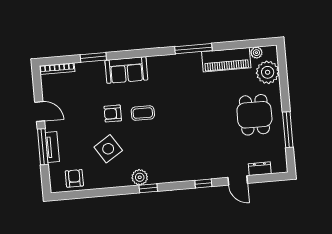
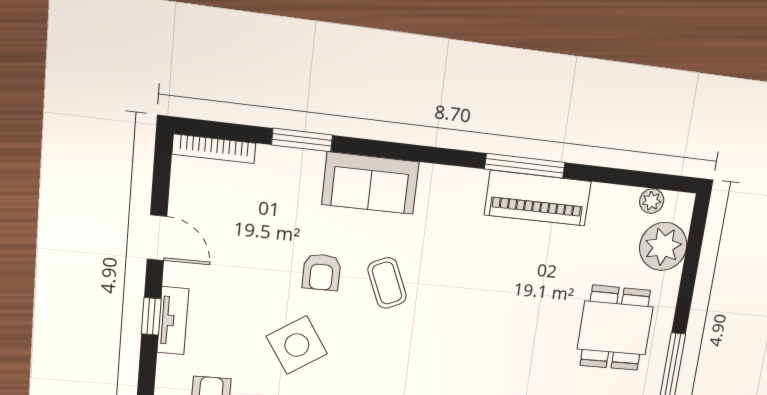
piano: (226, 60) -> (538, 198), moved
coffee table: (143, 113) -> (387, 283), turned 67
armchair: (113, 114) -> (322, 272), turned -90
window: (43, 147) -> (151, 316), width x0.46

